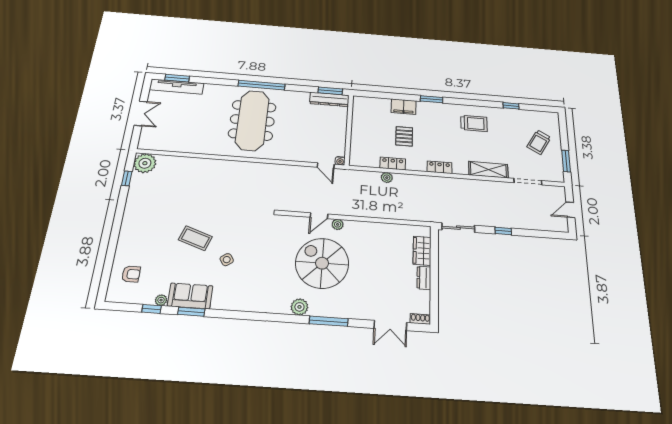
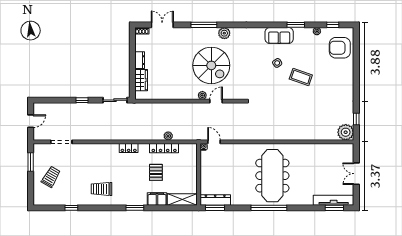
locker: (393, 163) -> (164, 148), width x1.53
shelving: (488, 170) -> (182, 199), moved
armchair: (131, 274) -> (340, 48), width x1.88, depth x1.88
sofa: (190, 296) -> (279, 35), moved
window: (151, 309) -> (333, 25), moved

